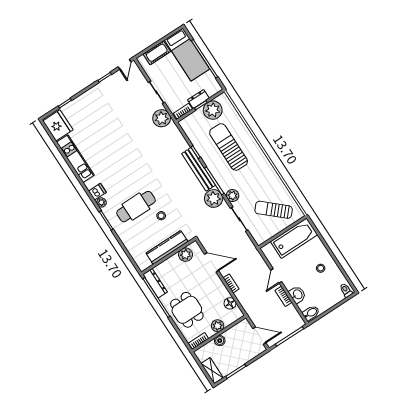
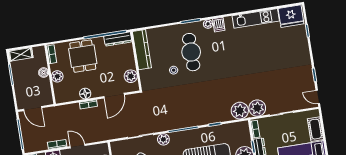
bench: (199, 169) -> (199, 120), removed
plant: (214, 198) -> (240, 111), moved
kitchen counter: (167, 247) -> (142, 50), moved
floor lamp: (230, 303) -> (85, 94), moved
dining table: (187, 310) -> (83, 56), turned 90
door: (259, 336) -> (33, 109), hinge flipped

